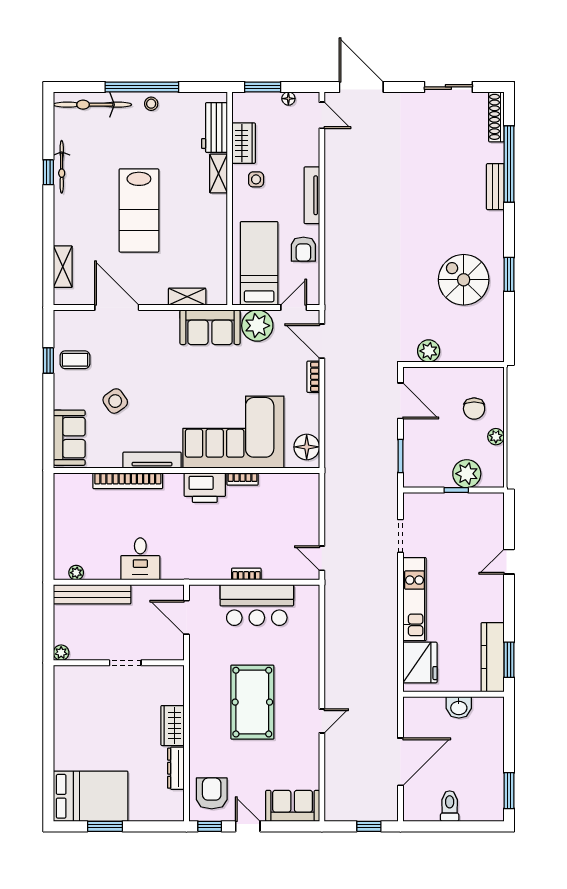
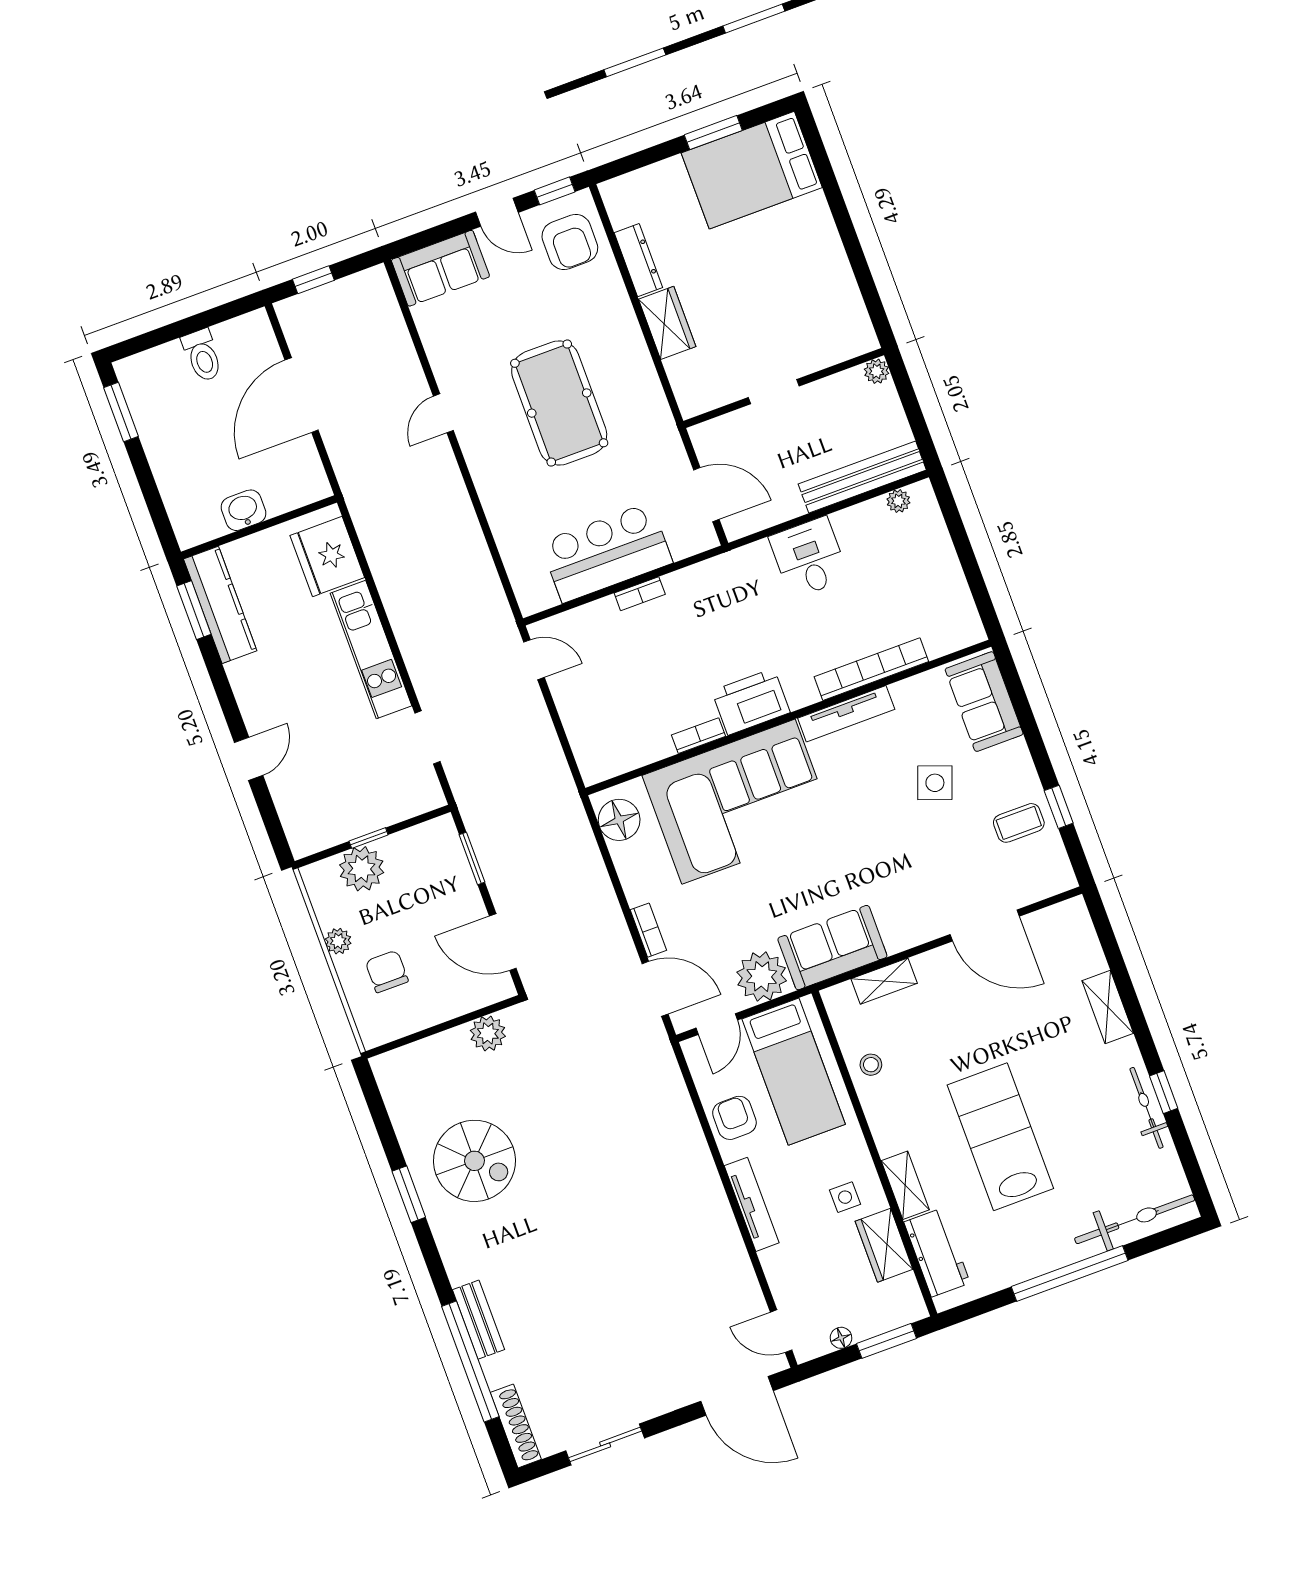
stool: (151, 104) -> (871, 1065), moved
lab bench: (139, 210) -> (1000, 1137), moved
shelving: (63, 267) -> (1108, 1007), moved
side table: (115, 401) -> (935, 783), turned -35

